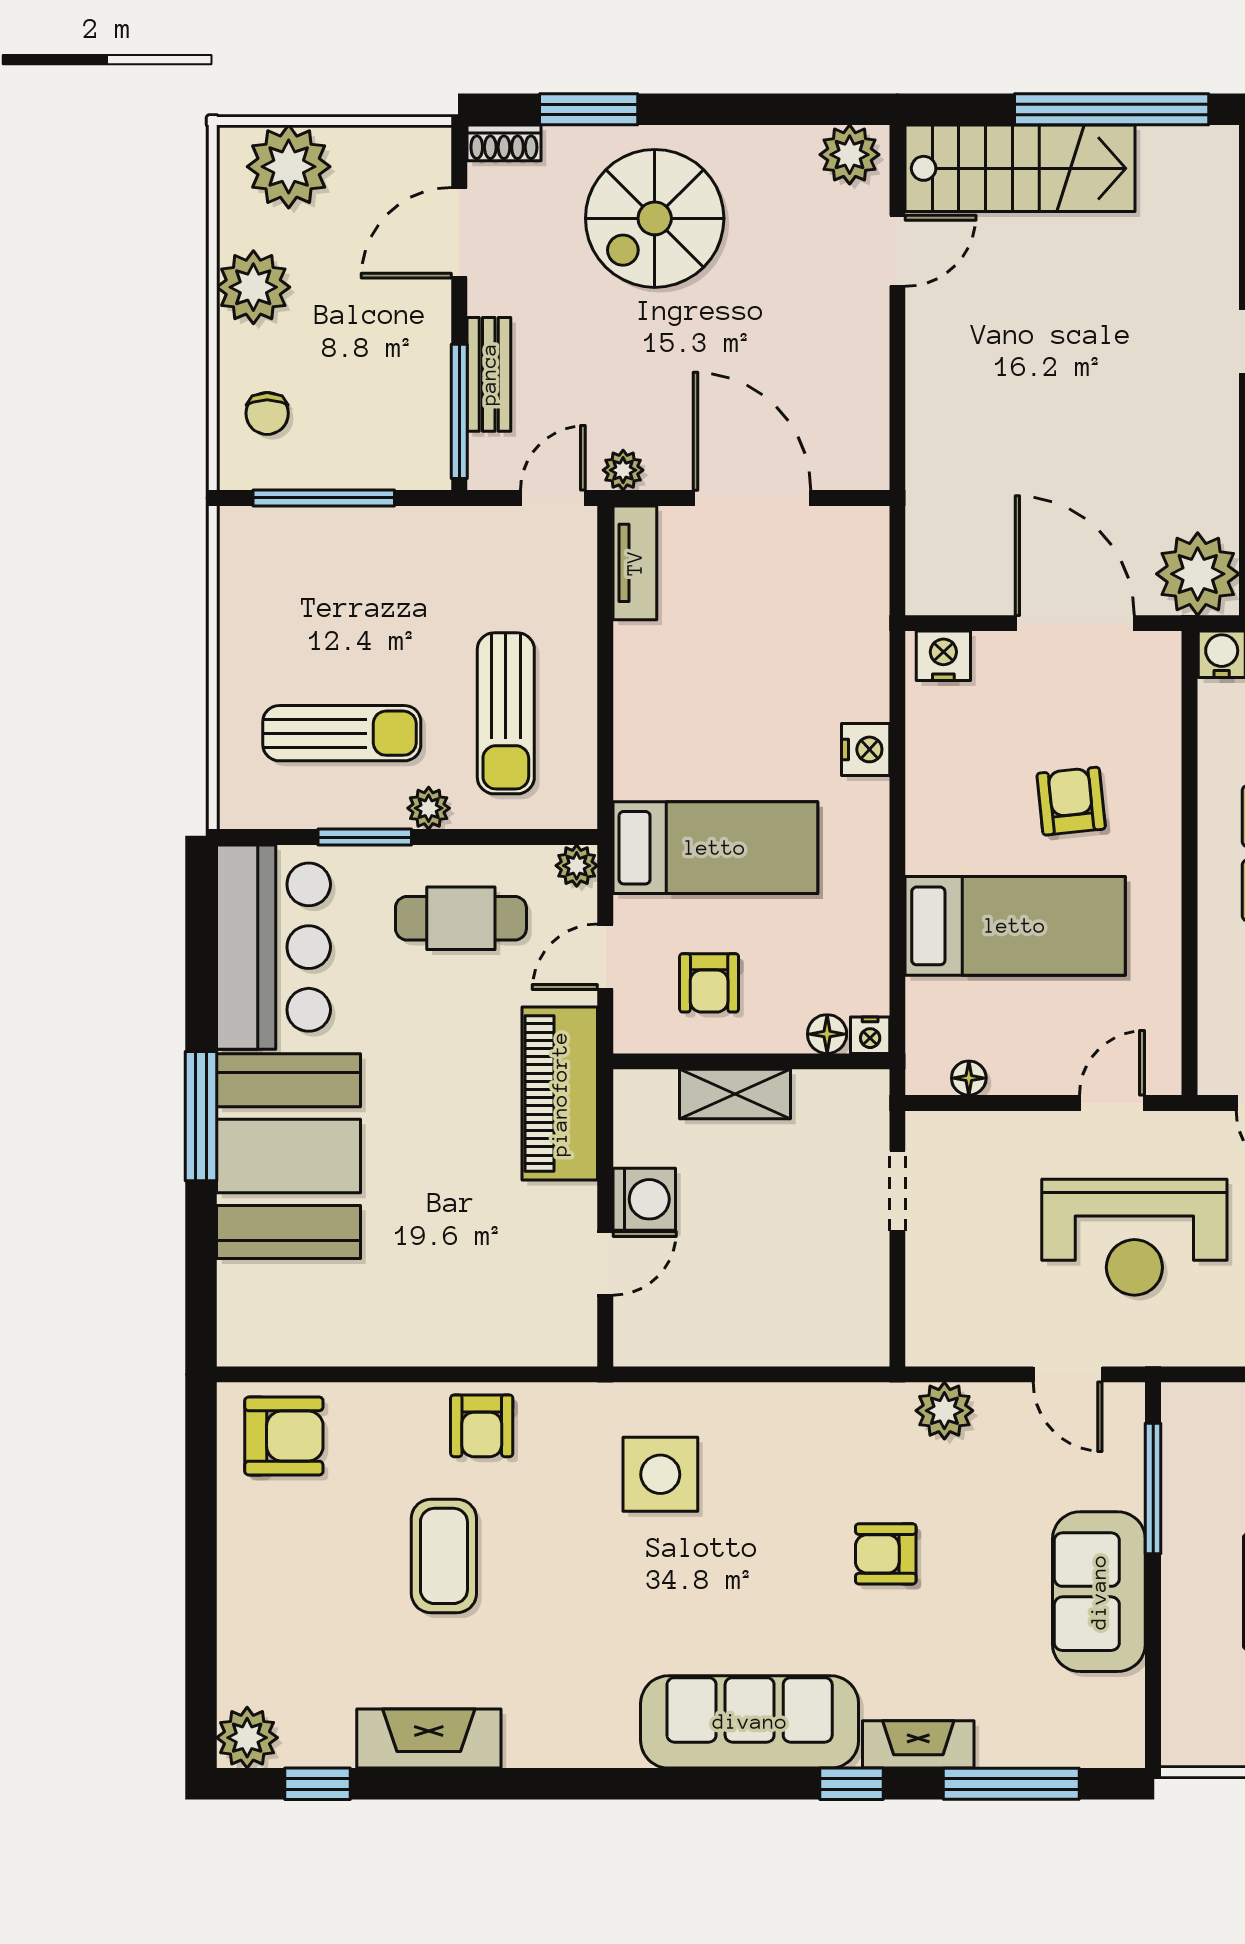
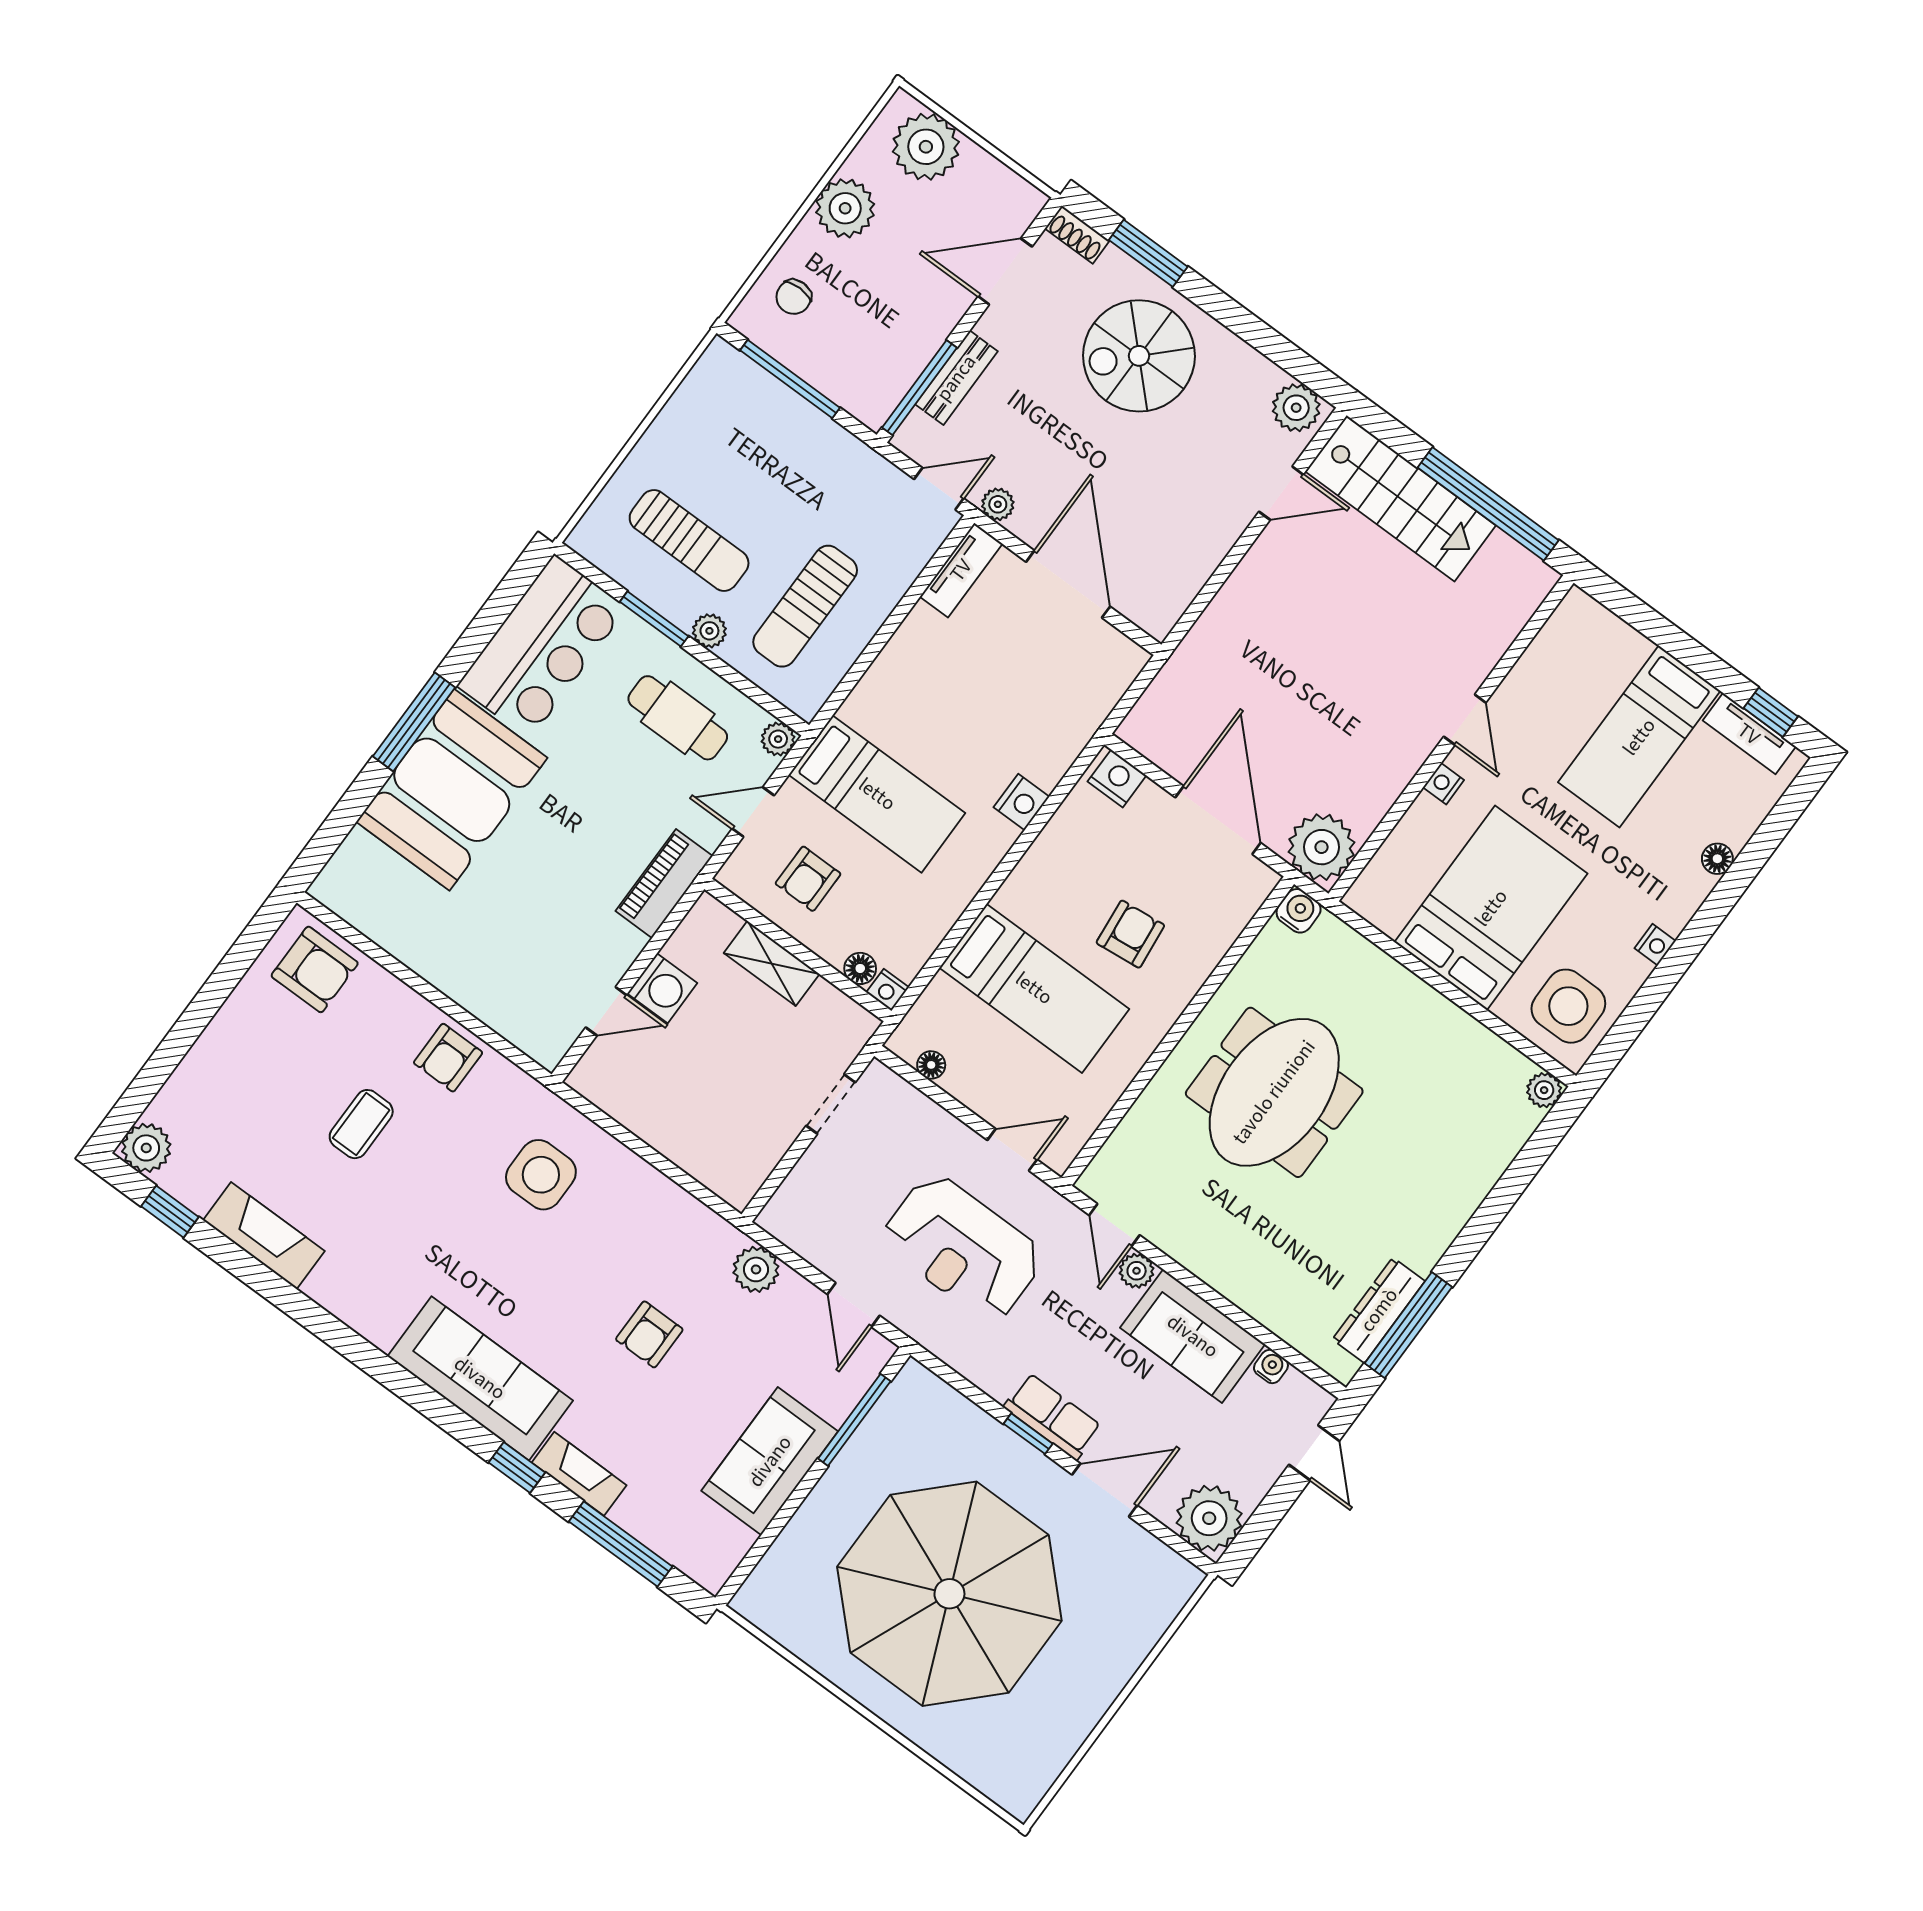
piano: (560, 1094) -> (664, 884), width x0.73, depth x0.75
armchair: (886, 1554) -> (649, 1334), turned -90
coffee table: (444, 1556) -> (361, 1124), width x0.73, depth x0.77

